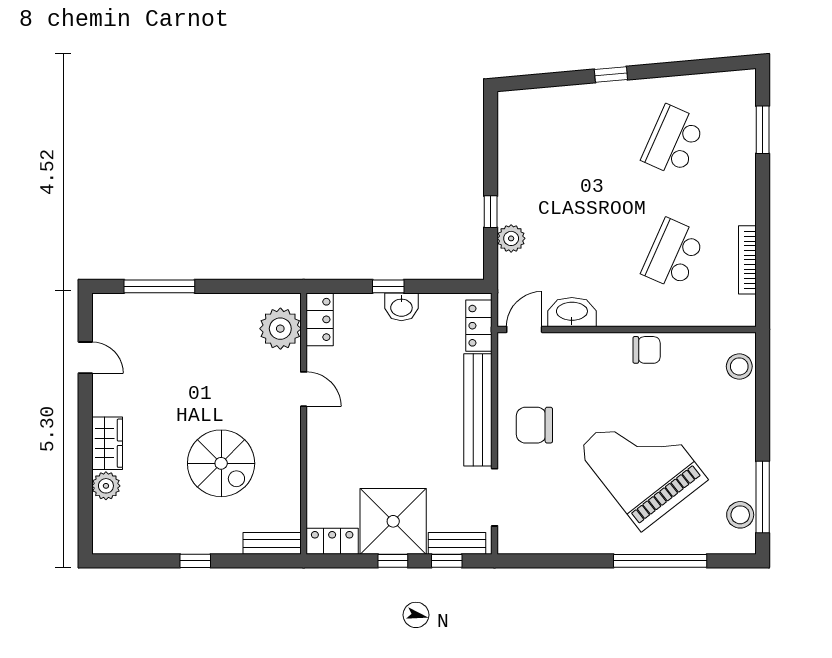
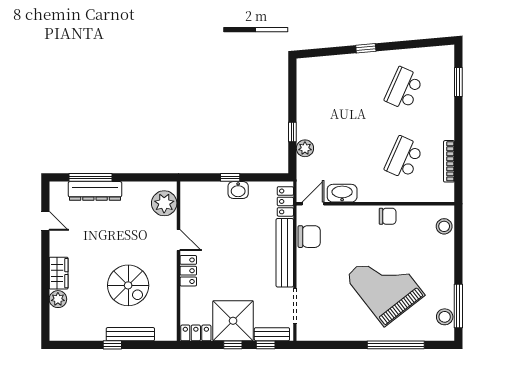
dresser: (167, 308) -> (95, 191), added
locker: (320, 319) -> (188, 271), moved
chair: (534, 425) -> (309, 237), moved, turned 180
bench: (272, 543) -> (130, 334), moved, width x1.36

